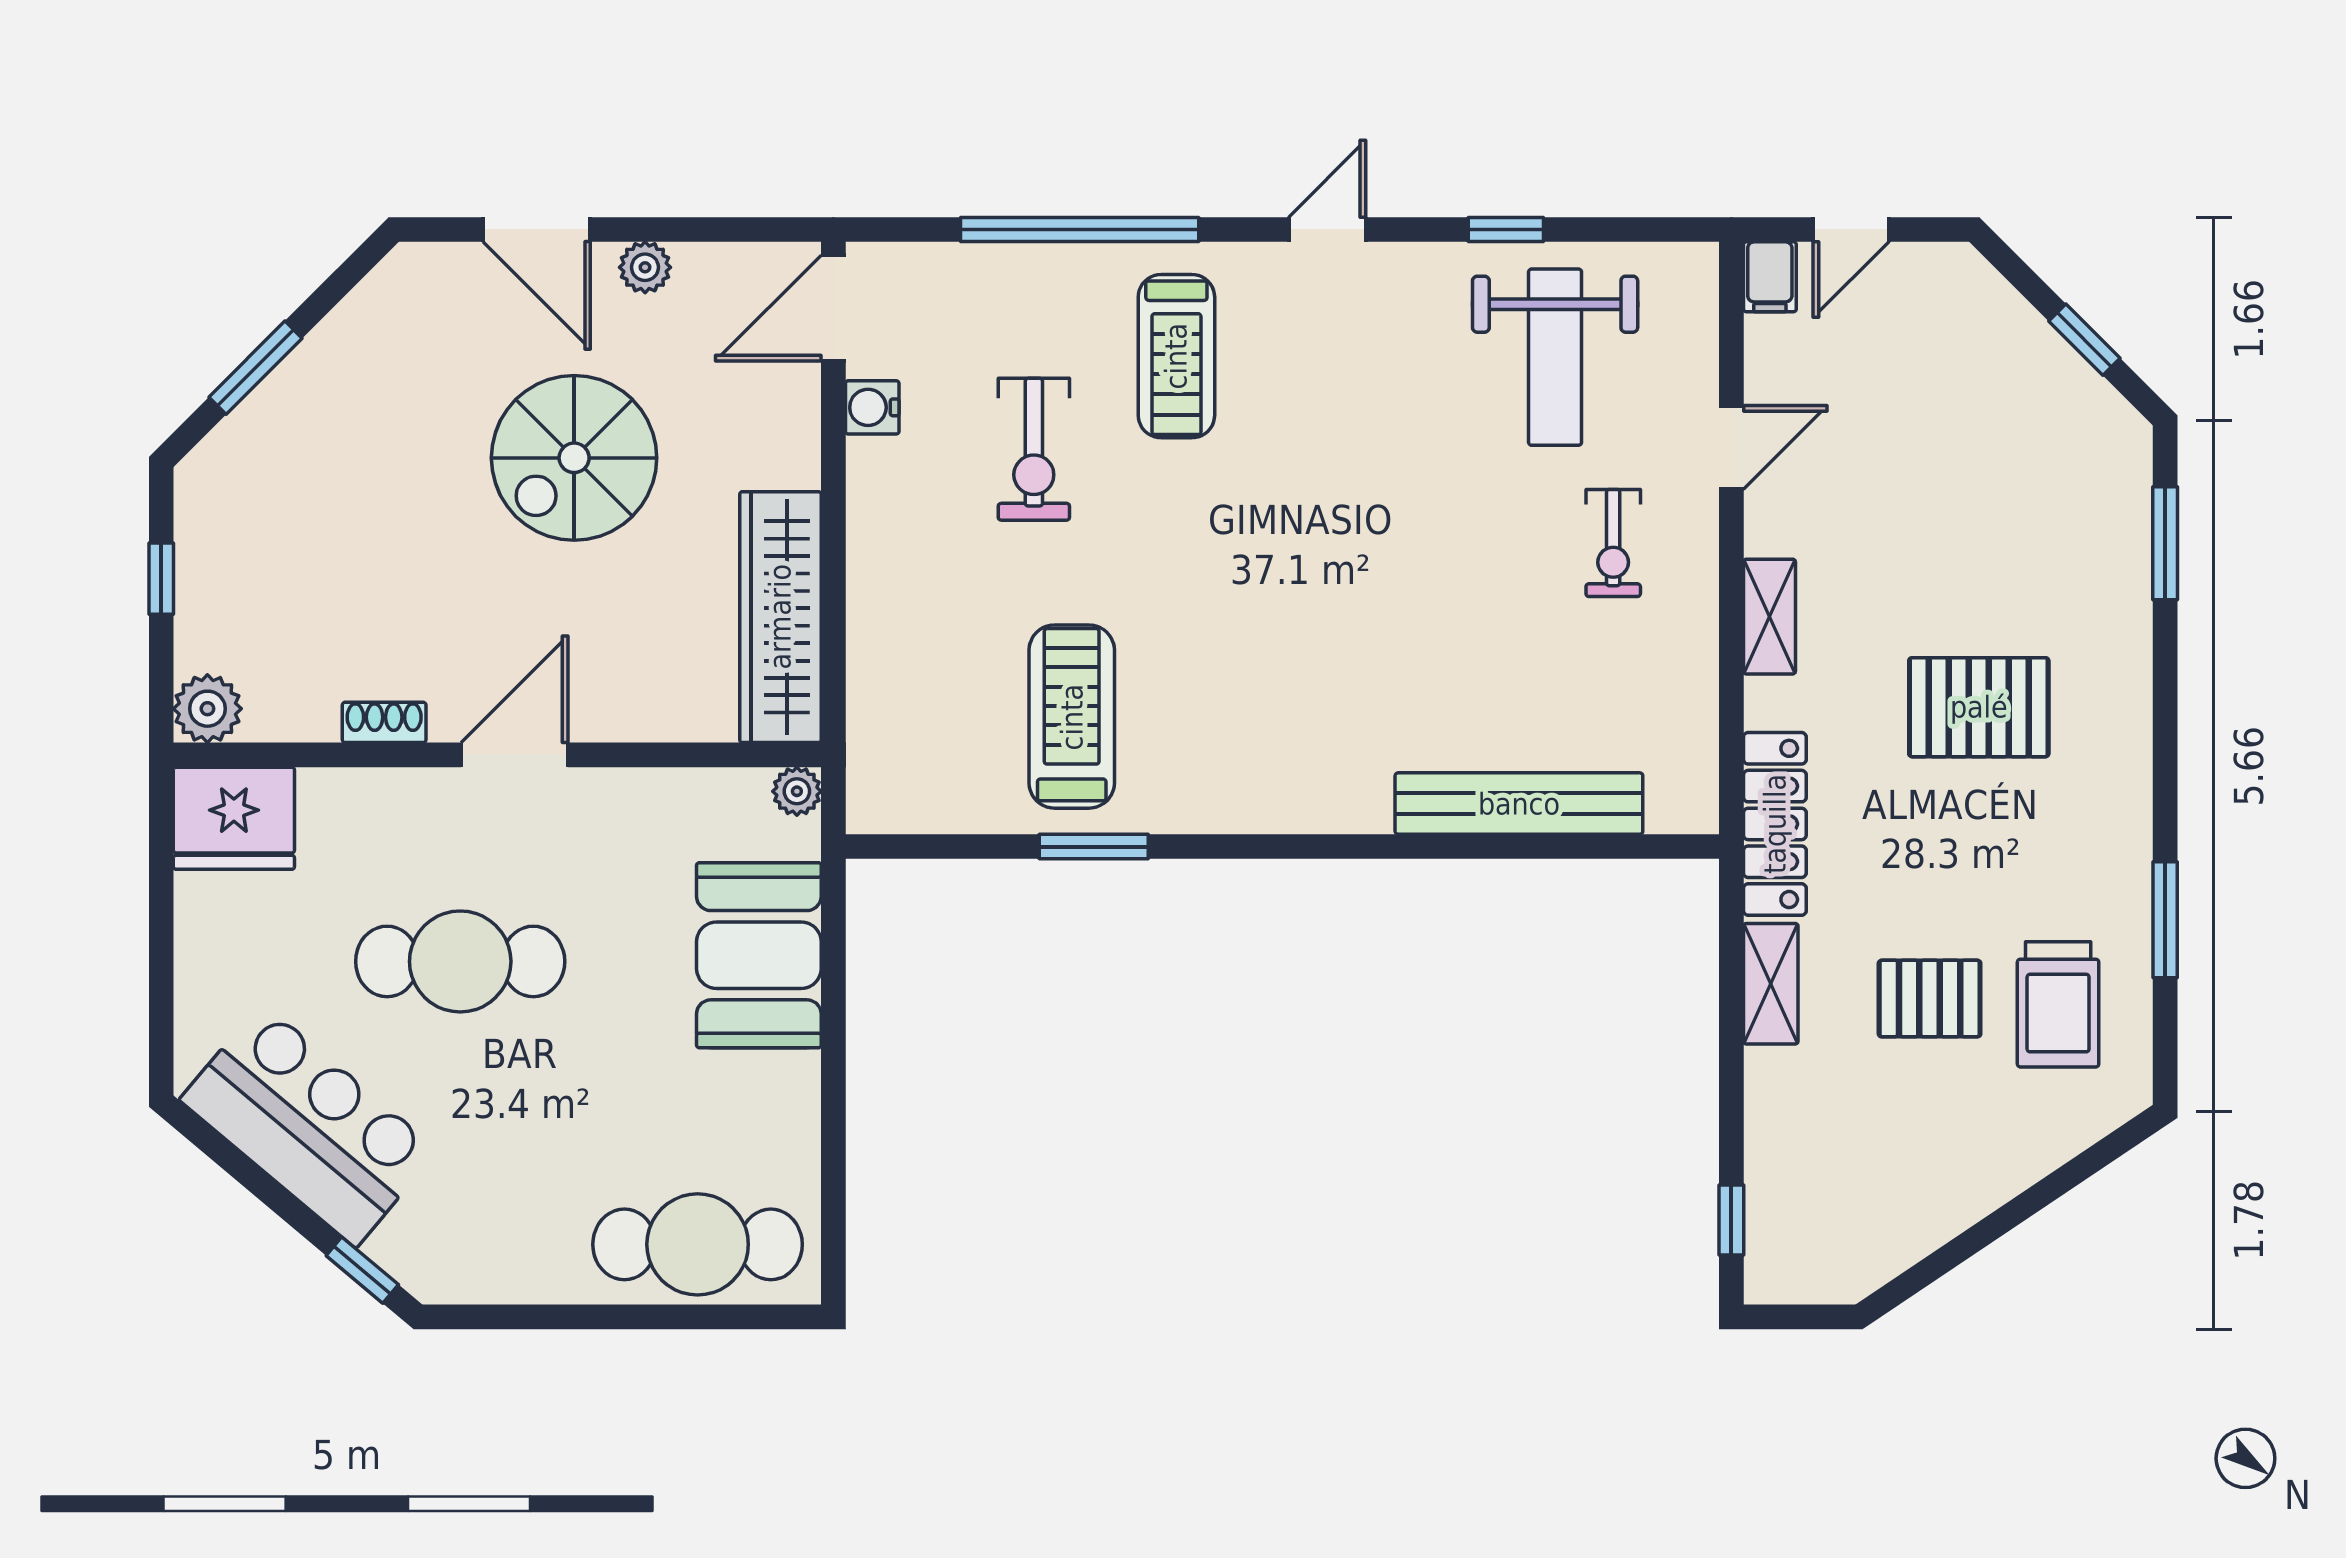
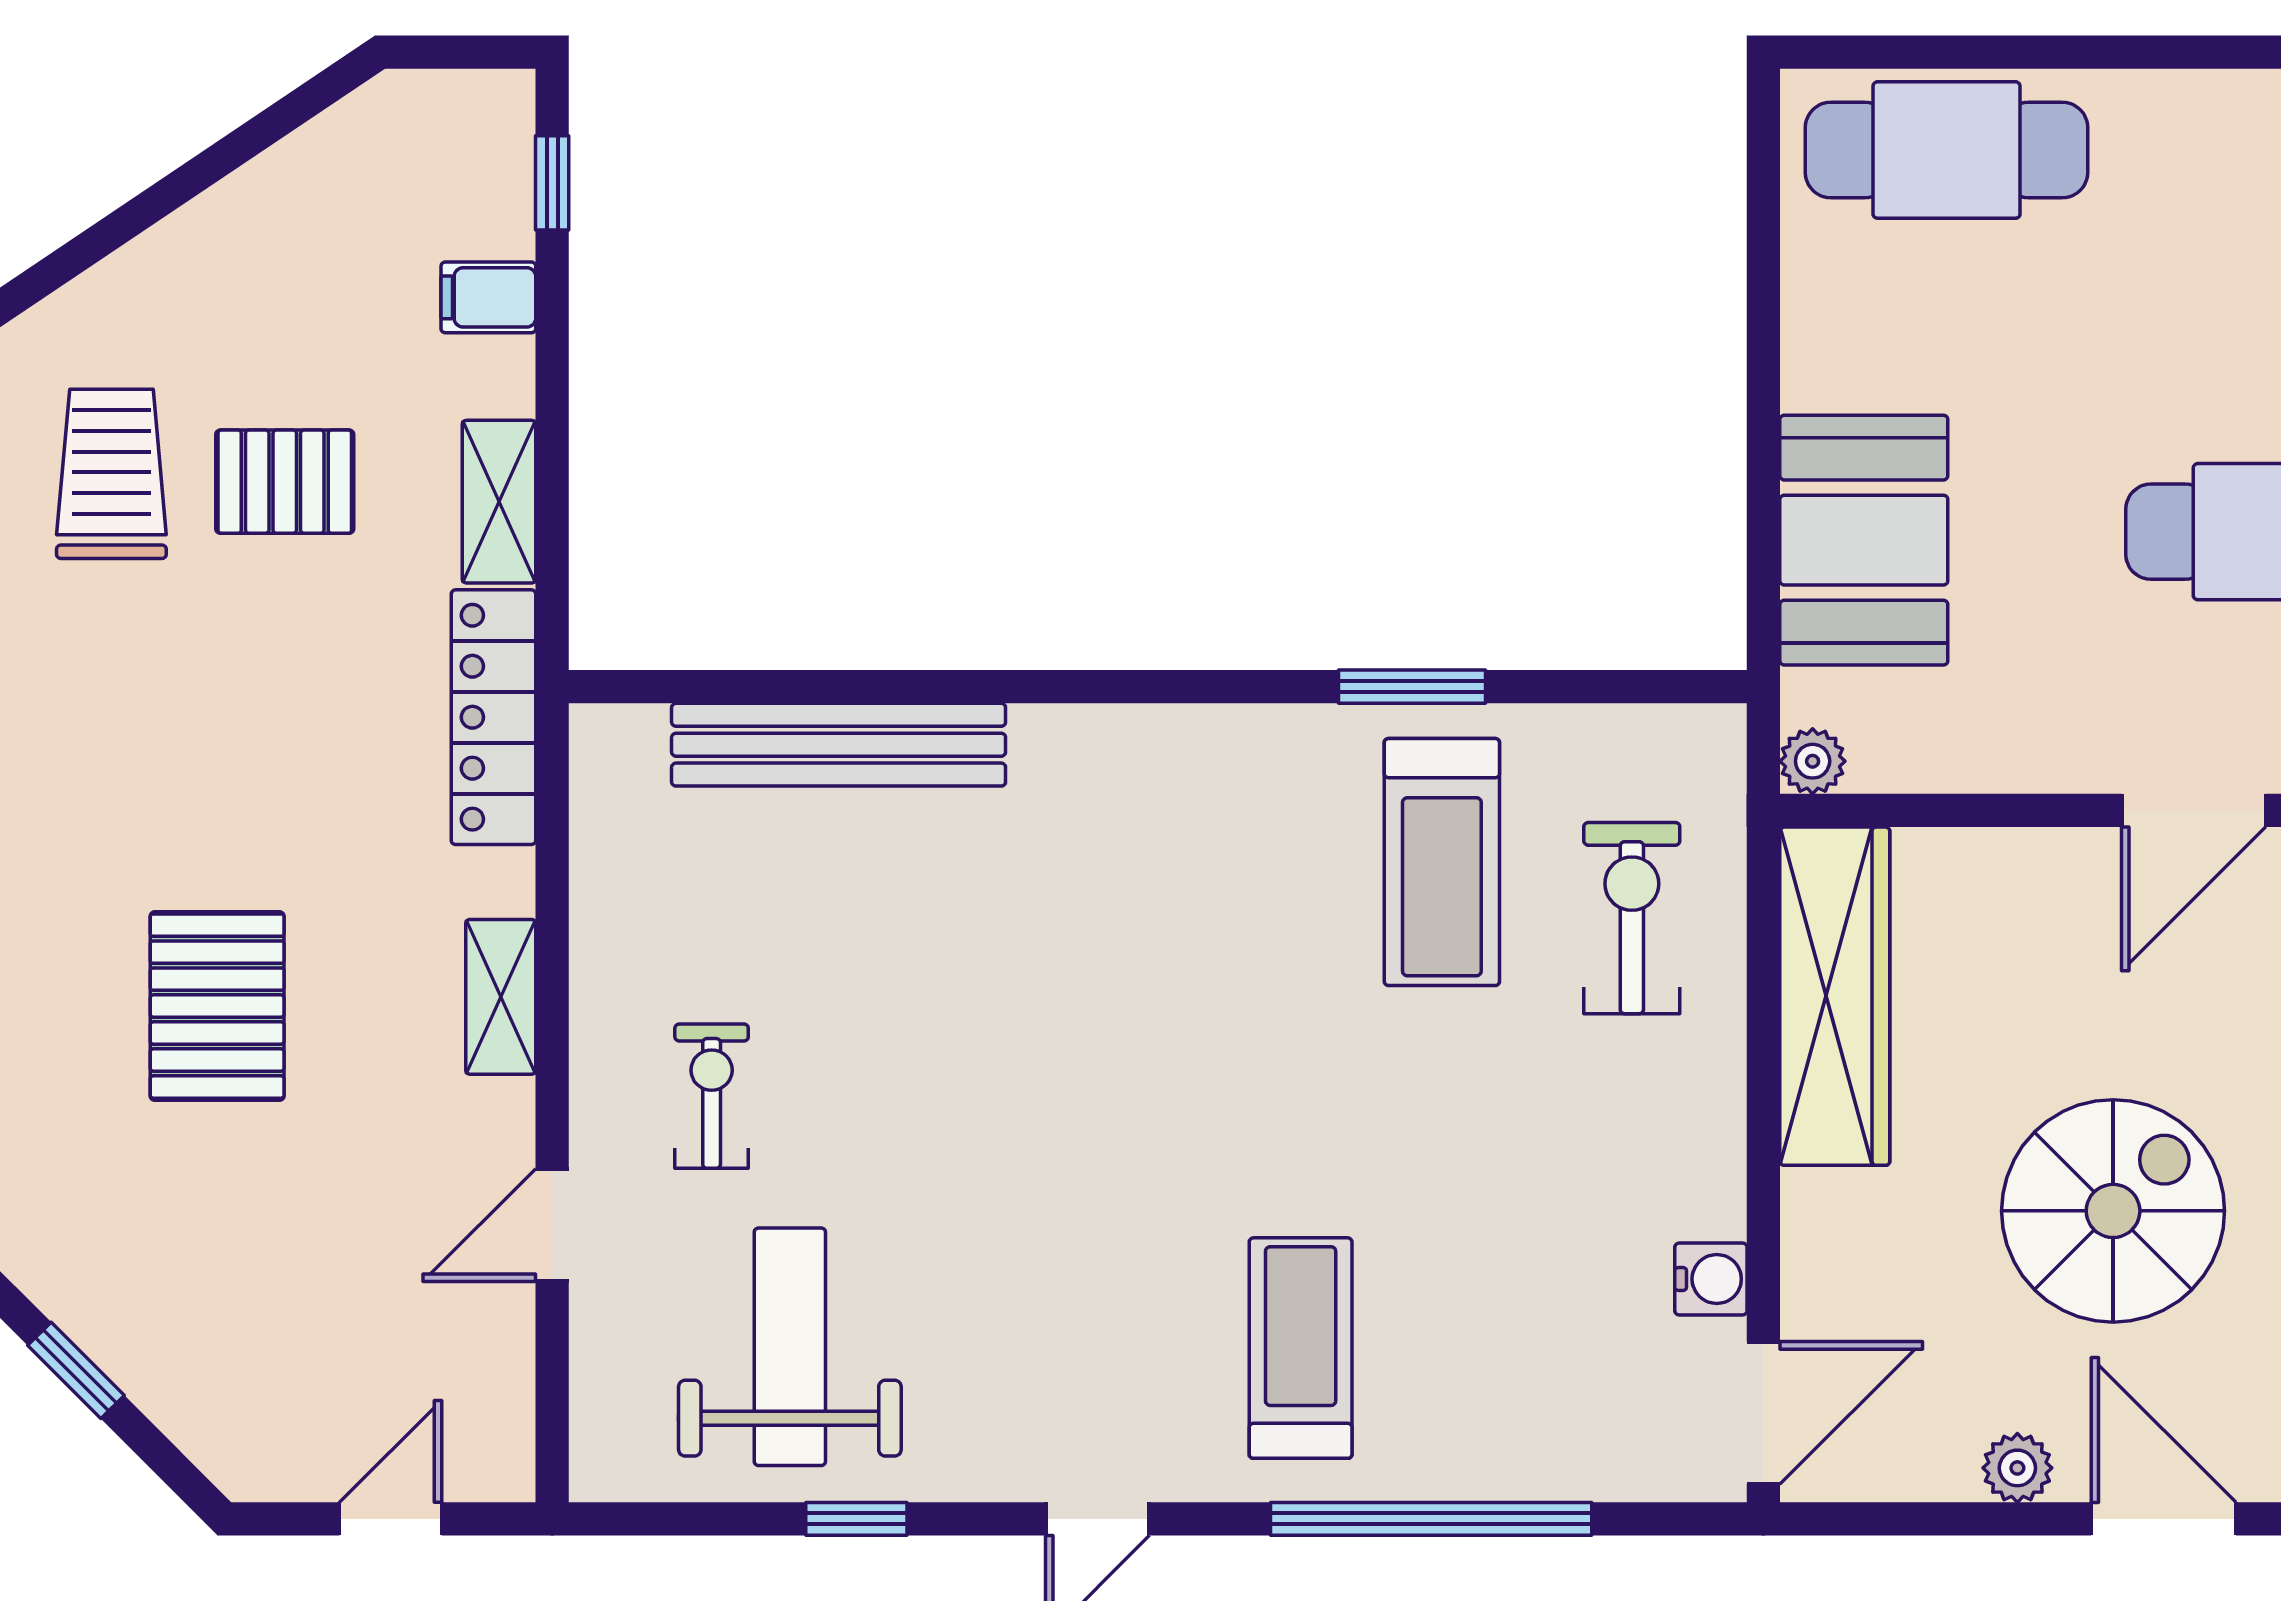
filing cabinet: (1770, 277) -> (488, 297), moved, turned -90
exercise bike: (1034, 449) -> (1632, 918), moved
pallet: (1979, 707) -> (217, 1006), moved, turned 90

